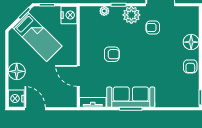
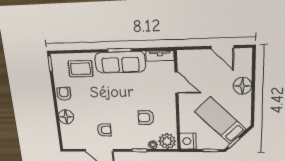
plant: (131, 15) -> (167, 141), moved
armchair: (112, 54) -> (146, 118), moved
rug: (170, 92) -> (81, 69), added
nightstand: (16, 99) -> (243, 57), removed

